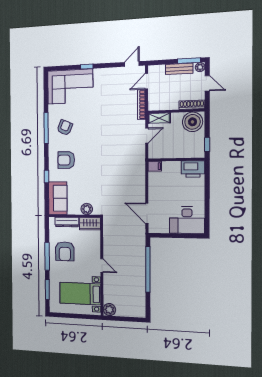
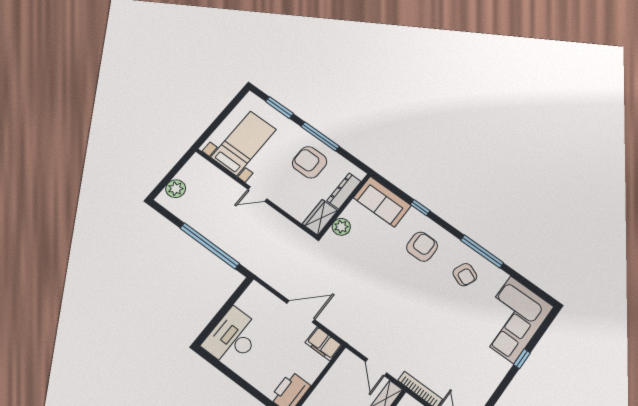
filing cabinet: (155, 166) -> (324, 344), width x2.00
door: (147, 213) -> (301, 311), moved
plant: (109, 310) -> (176, 189), moved

